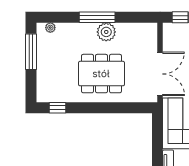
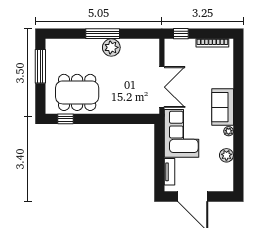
plant: (50, 28) -> (59, 43), removed
dining table: (101, 74) -> (77, 92), moved

